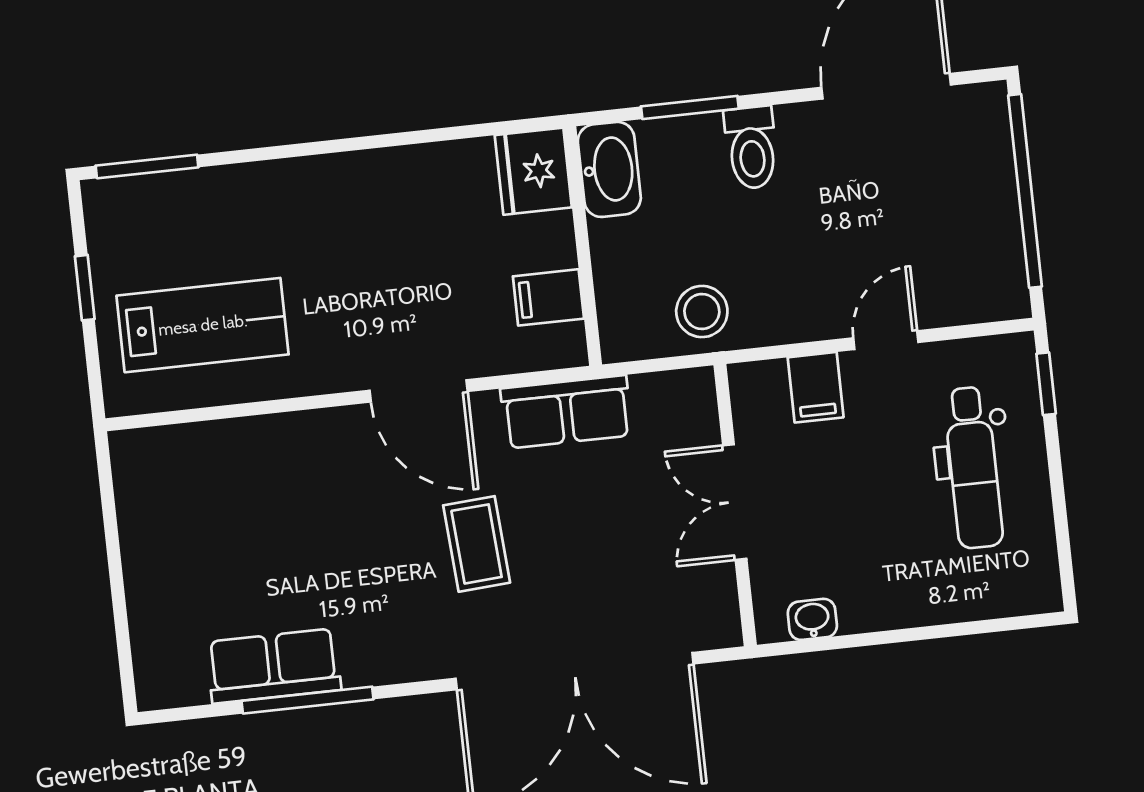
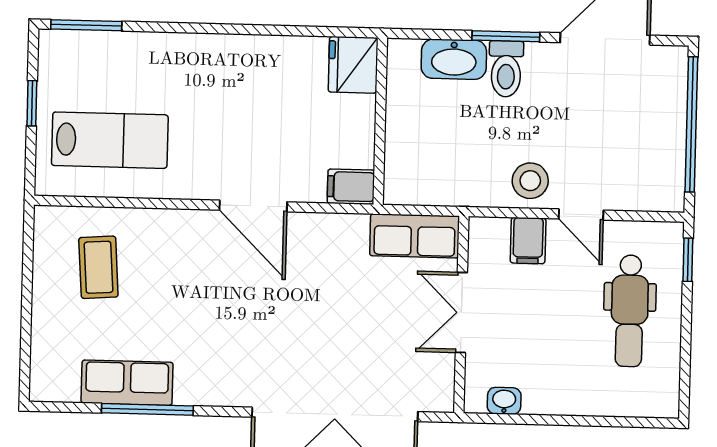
window: (690, 107) -> (506, 36), moved
washbasin: (609, 169) -> (454, 59), moved, turned 90
filing cabinet: (548, 297) -> (351, 187), moved
stool: (702, 312) -> (530, 181), moved
door: (886, 340) -> (581, 215), swing flipped
row of seats: (566, 412) -> (415, 236), moved
coffee table: (477, 544) -> (98, 267), moved

